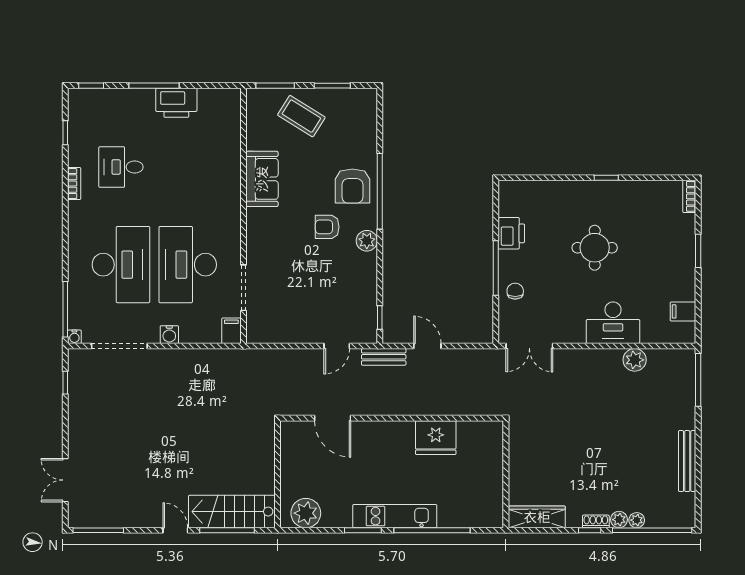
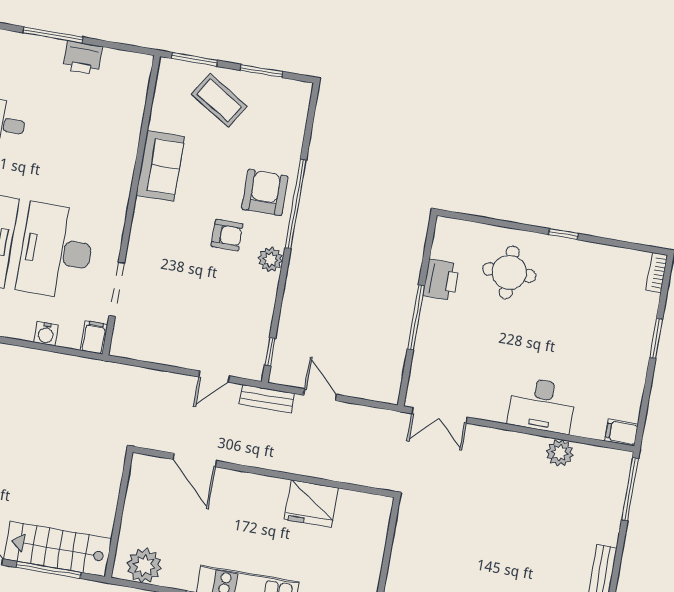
printer: (176, 103) -> (83, 58), width x0.73, depth x0.84
armchair: (352, 186) -> (265, 193), turned 180
armchair: (327, 227) -> (227, 235), turned 180
round table: (595, 248) -> (509, 272), moved
chair: (515, 291) -> (434, 348), removed
filing cabinet: (683, 311) -> (622, 432), moved
water cooler: (169, 335) -> (46, 334), moved

